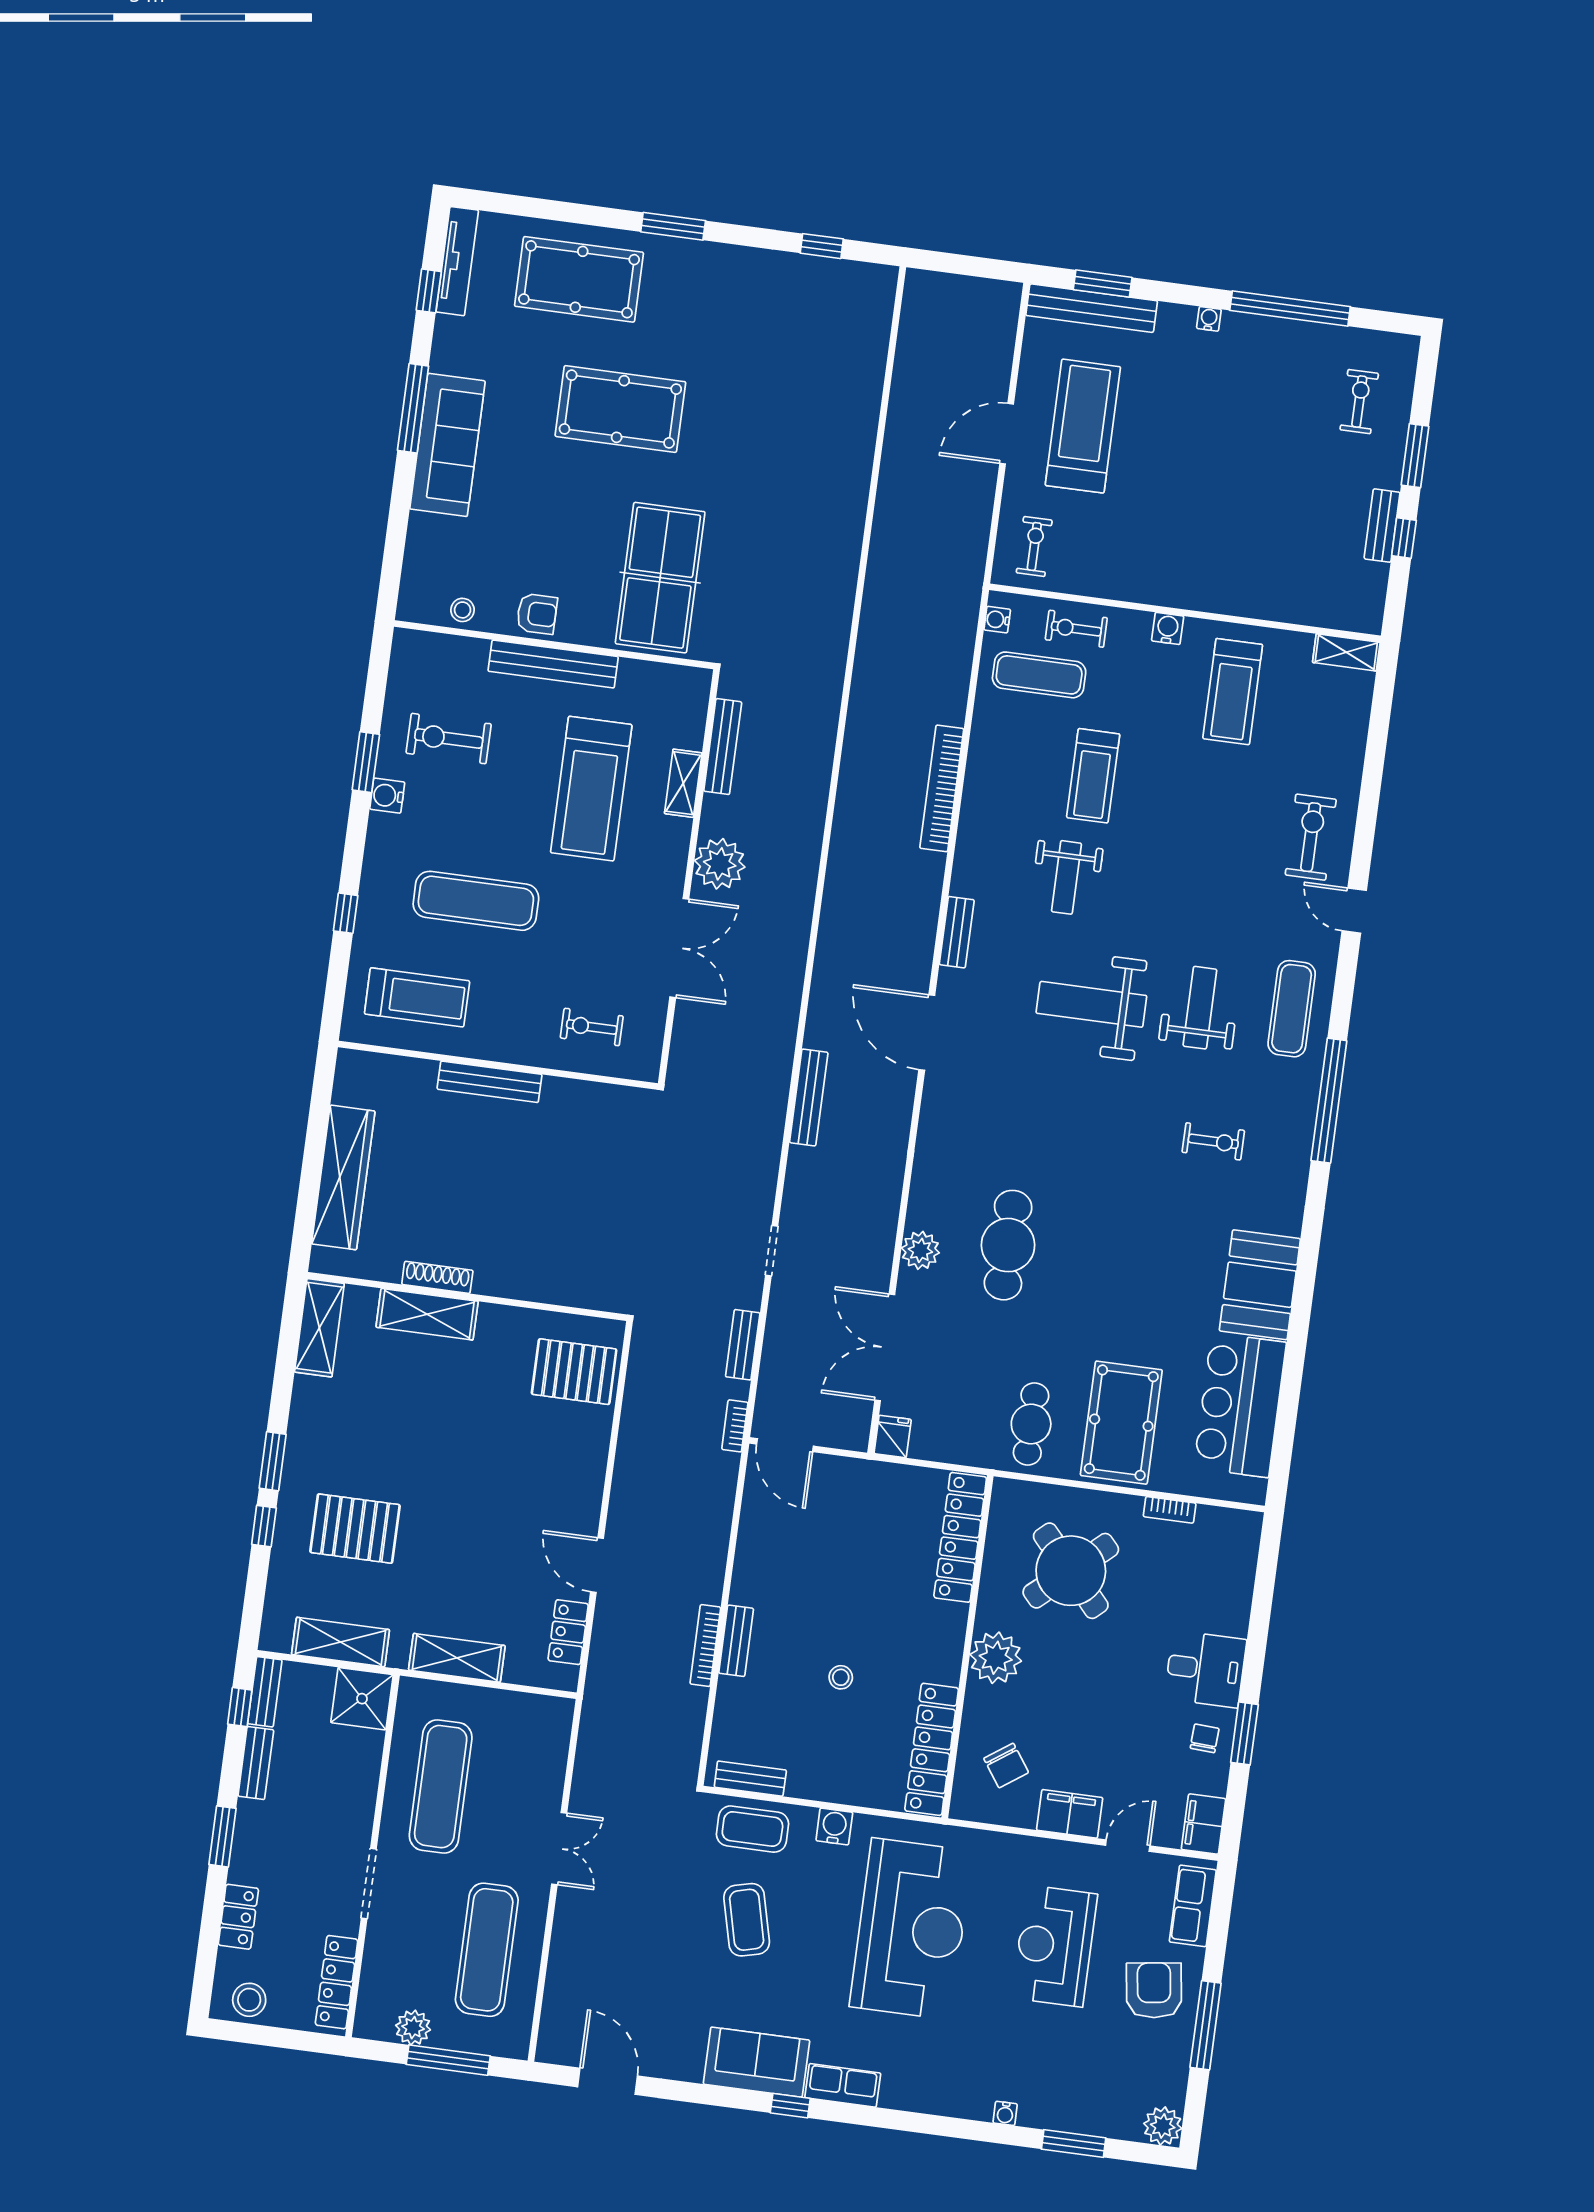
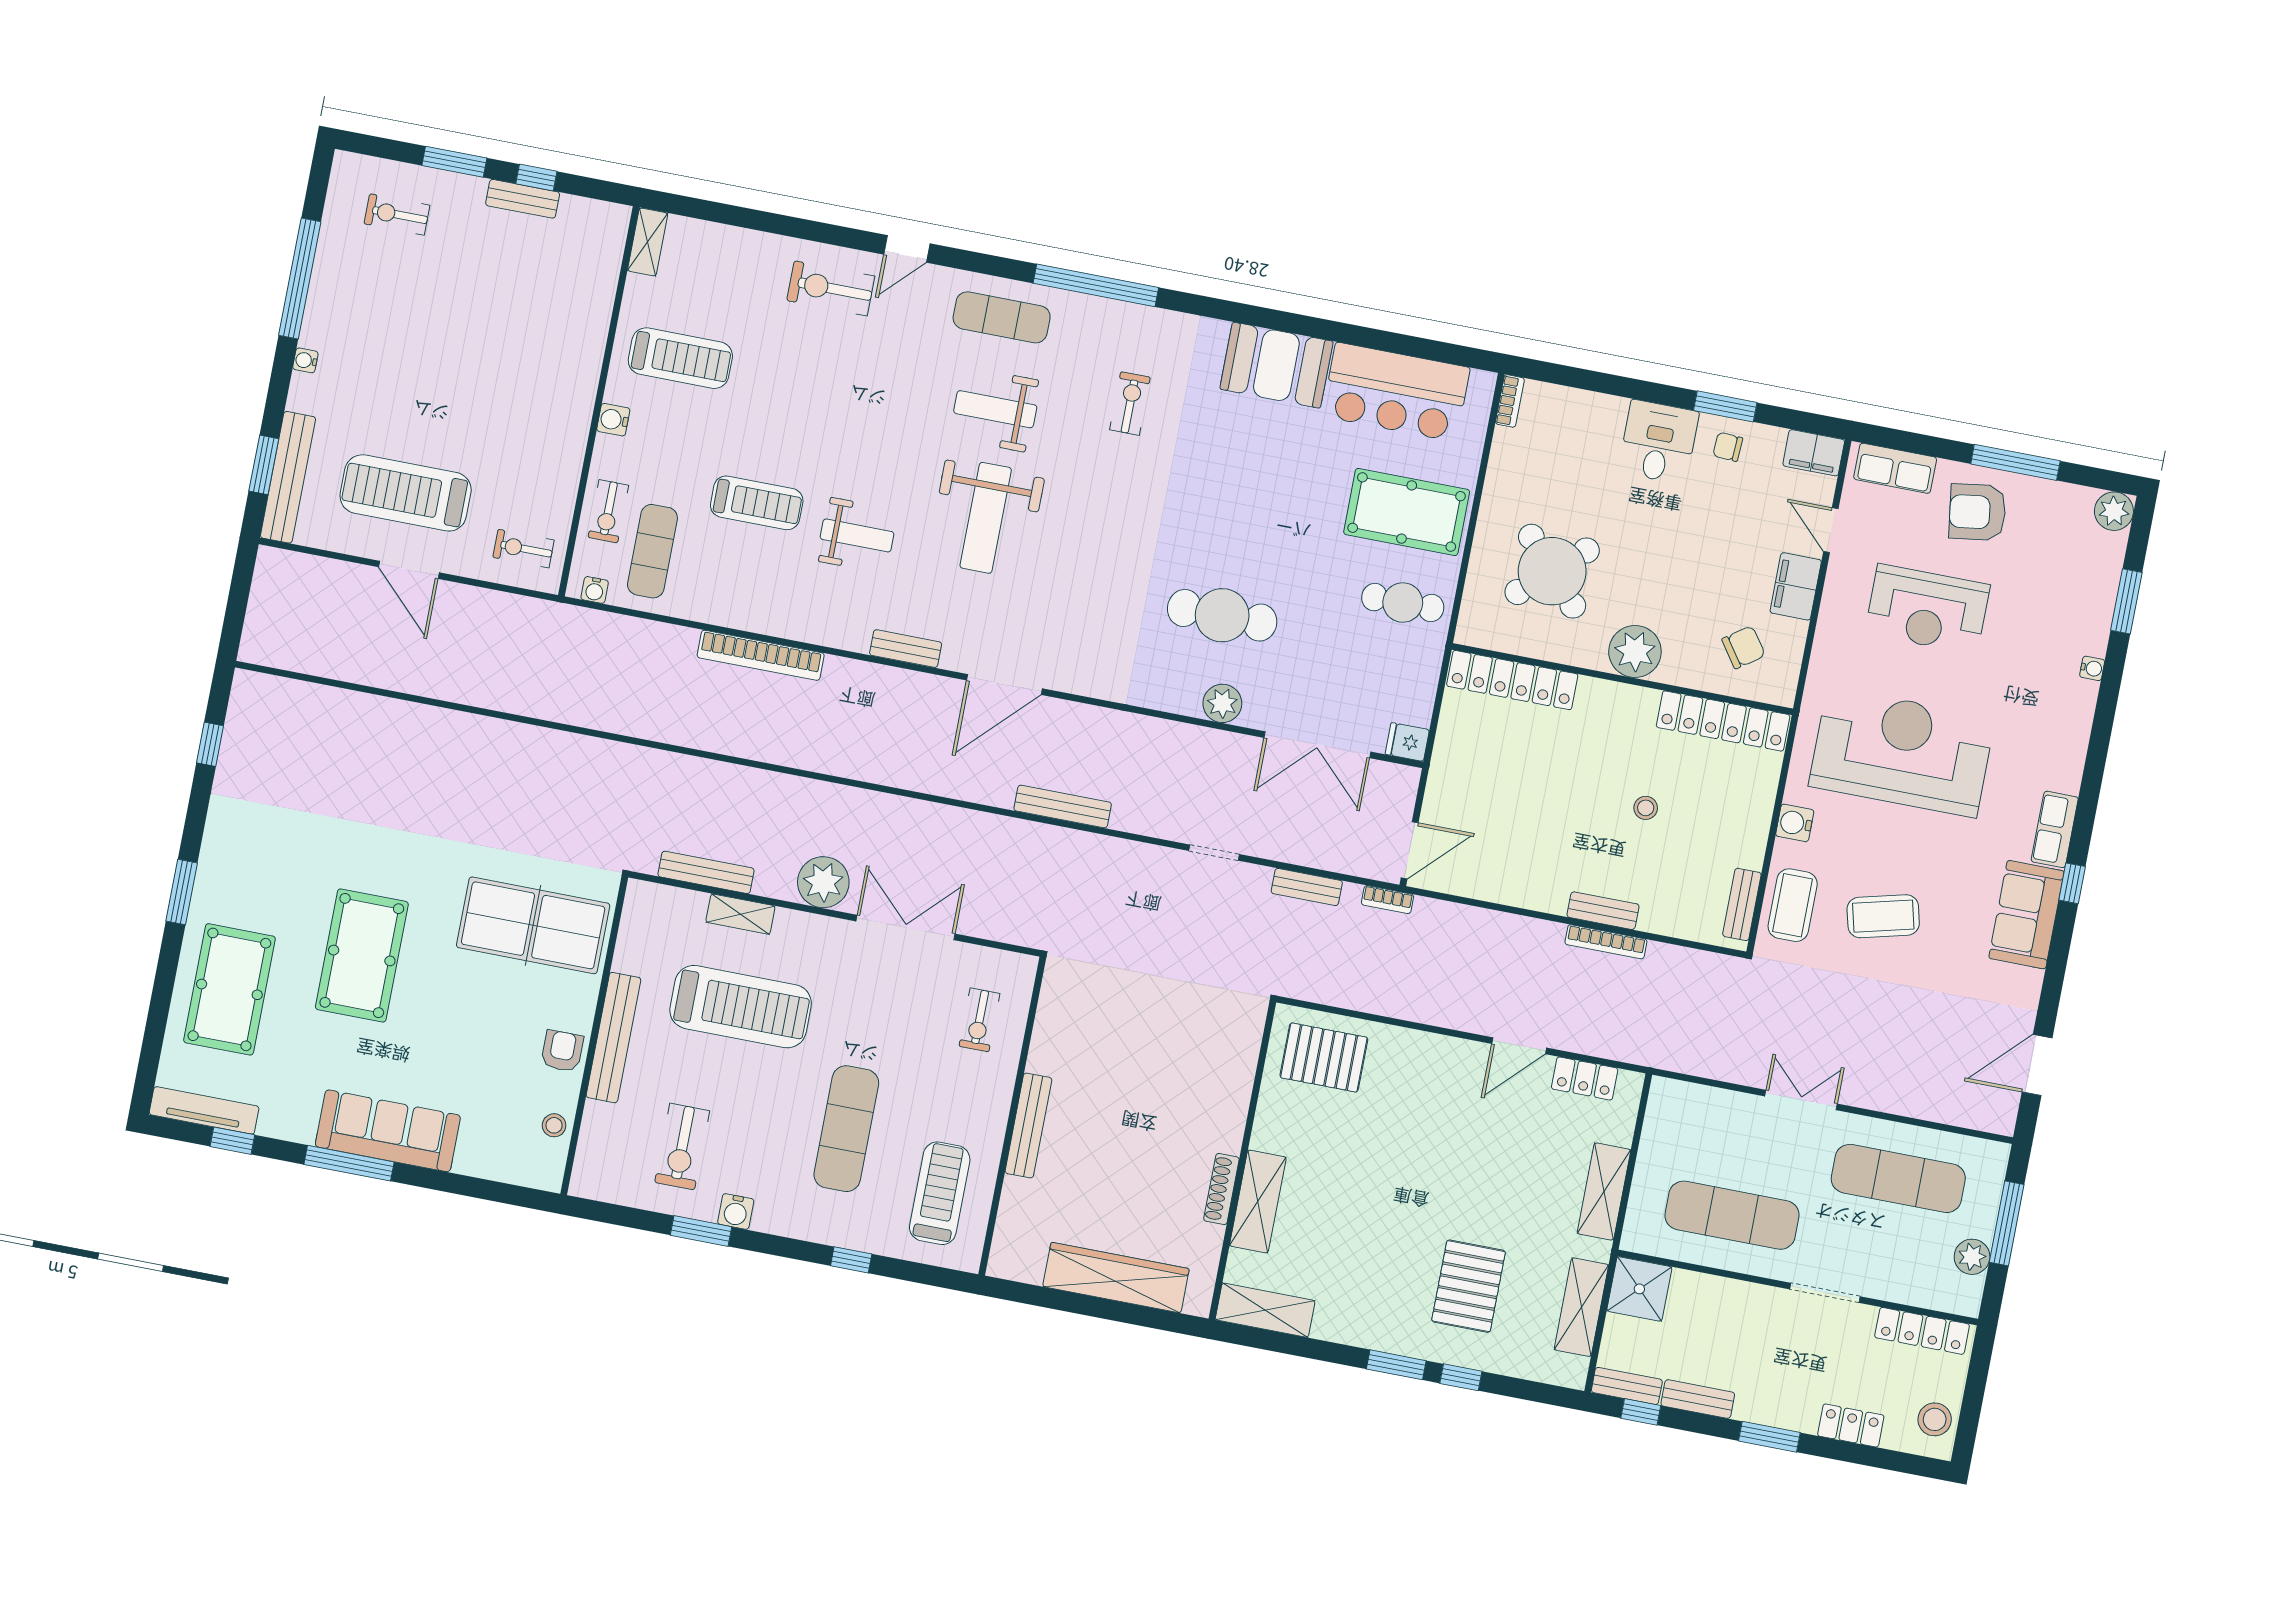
pallet: (574, 1372) -> (1324, 1057), turned 90
bookcase: (1170, 1510) -> (1510, 401), moved

